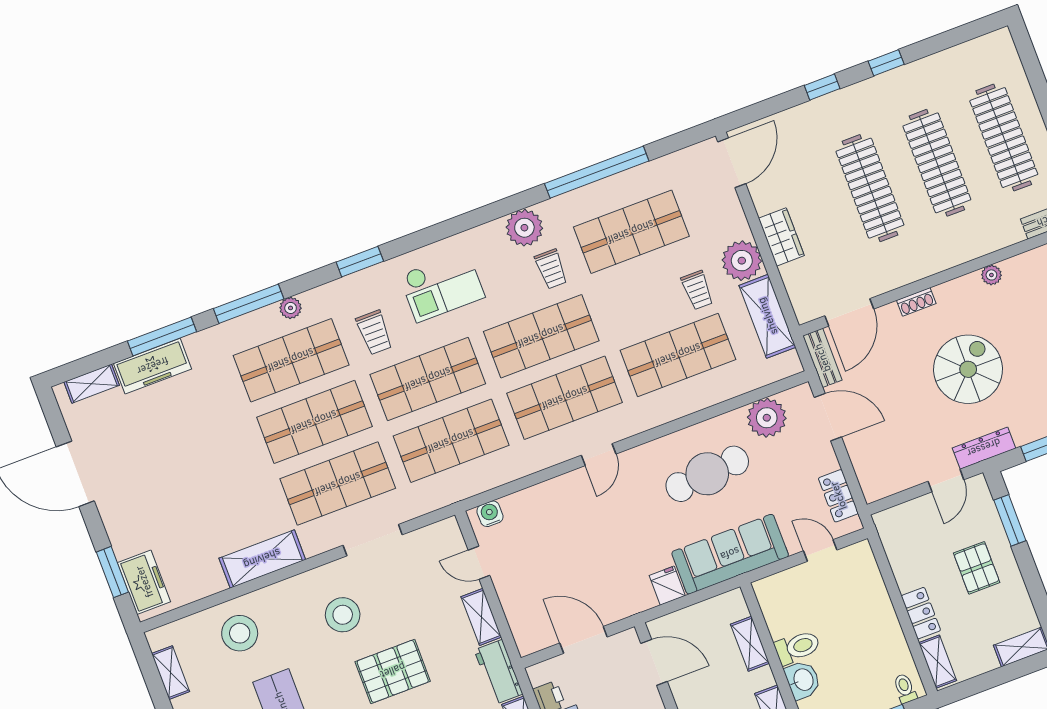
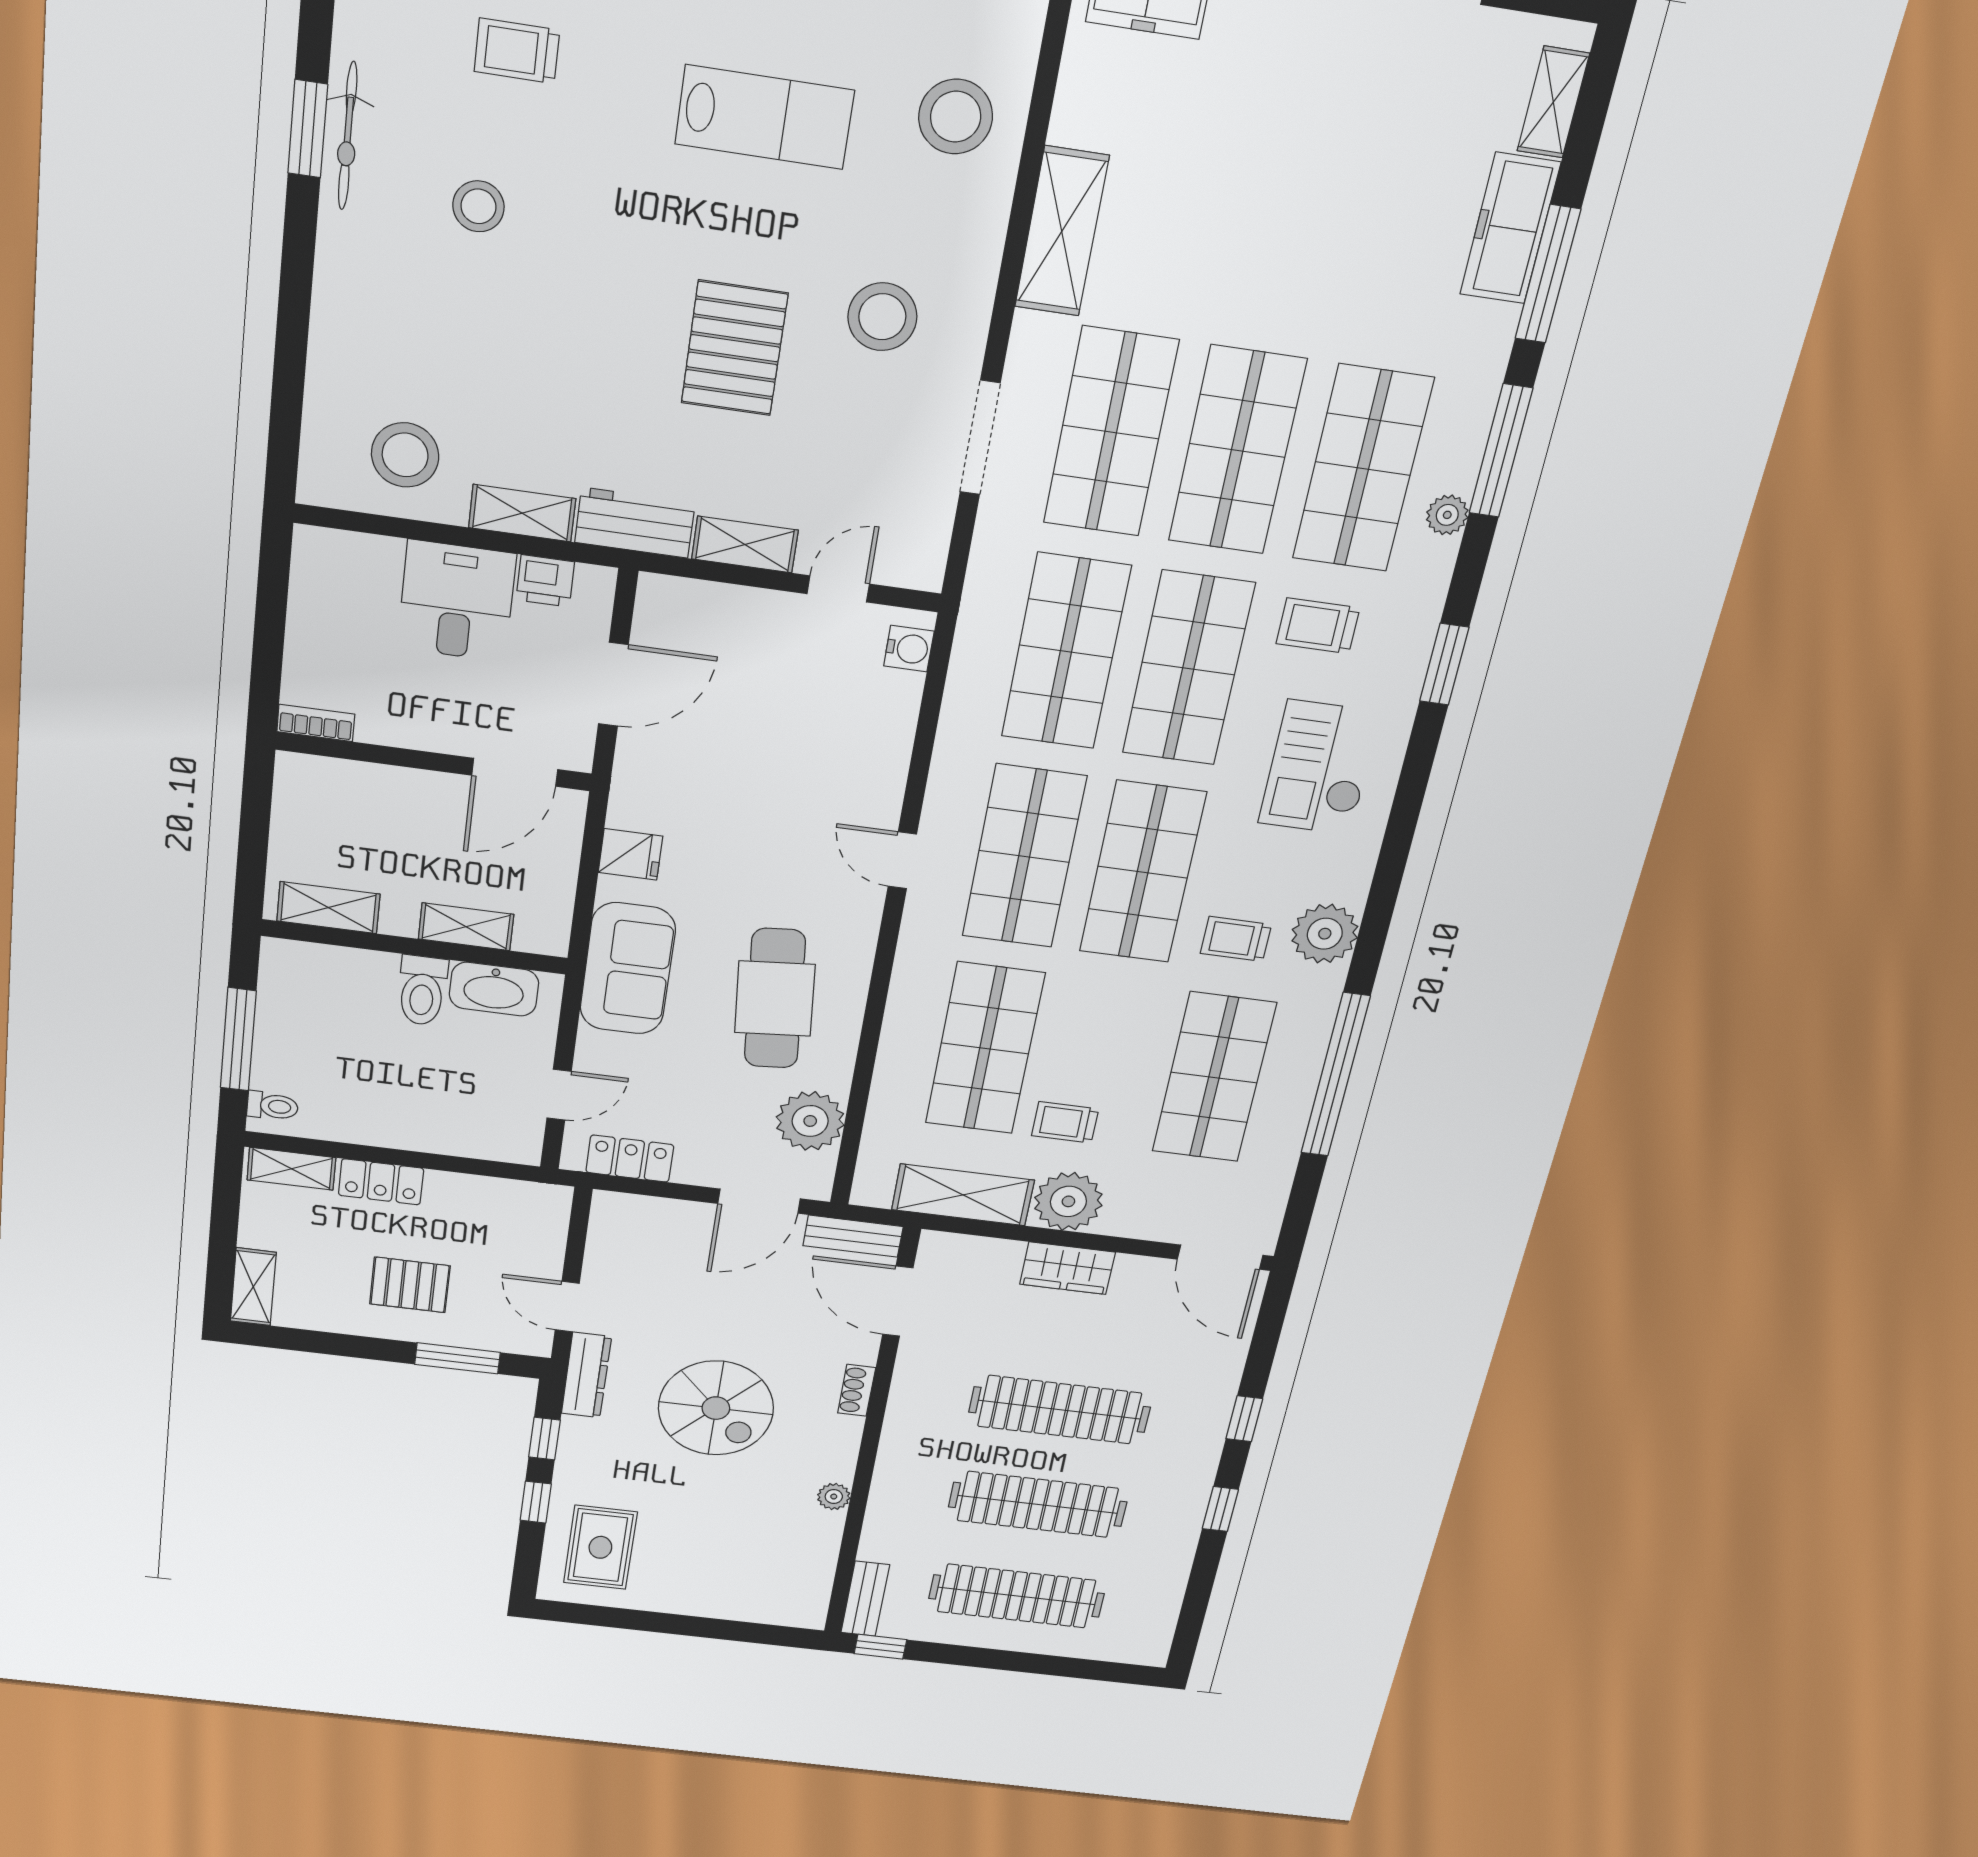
sofa: (730, 554) -> (628, 969), width x0.73
washbasin: (803, 680) -> (494, 989), moved, width x1.38

